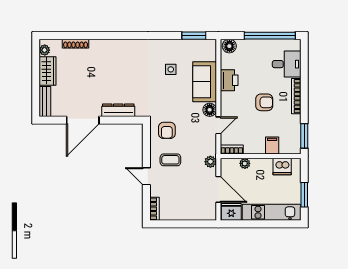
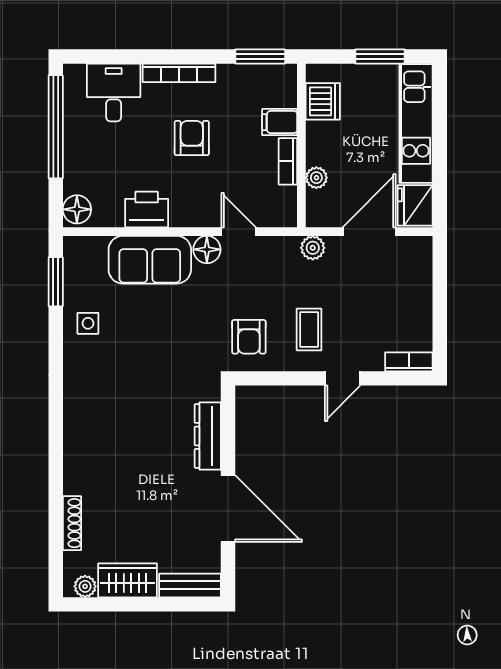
side table: (171, 69) -> (88, 323), moved
armchair: (167, 130) -> (249, 337), turned 90
bookcase: (232, 149) -> (288, 161), moved

